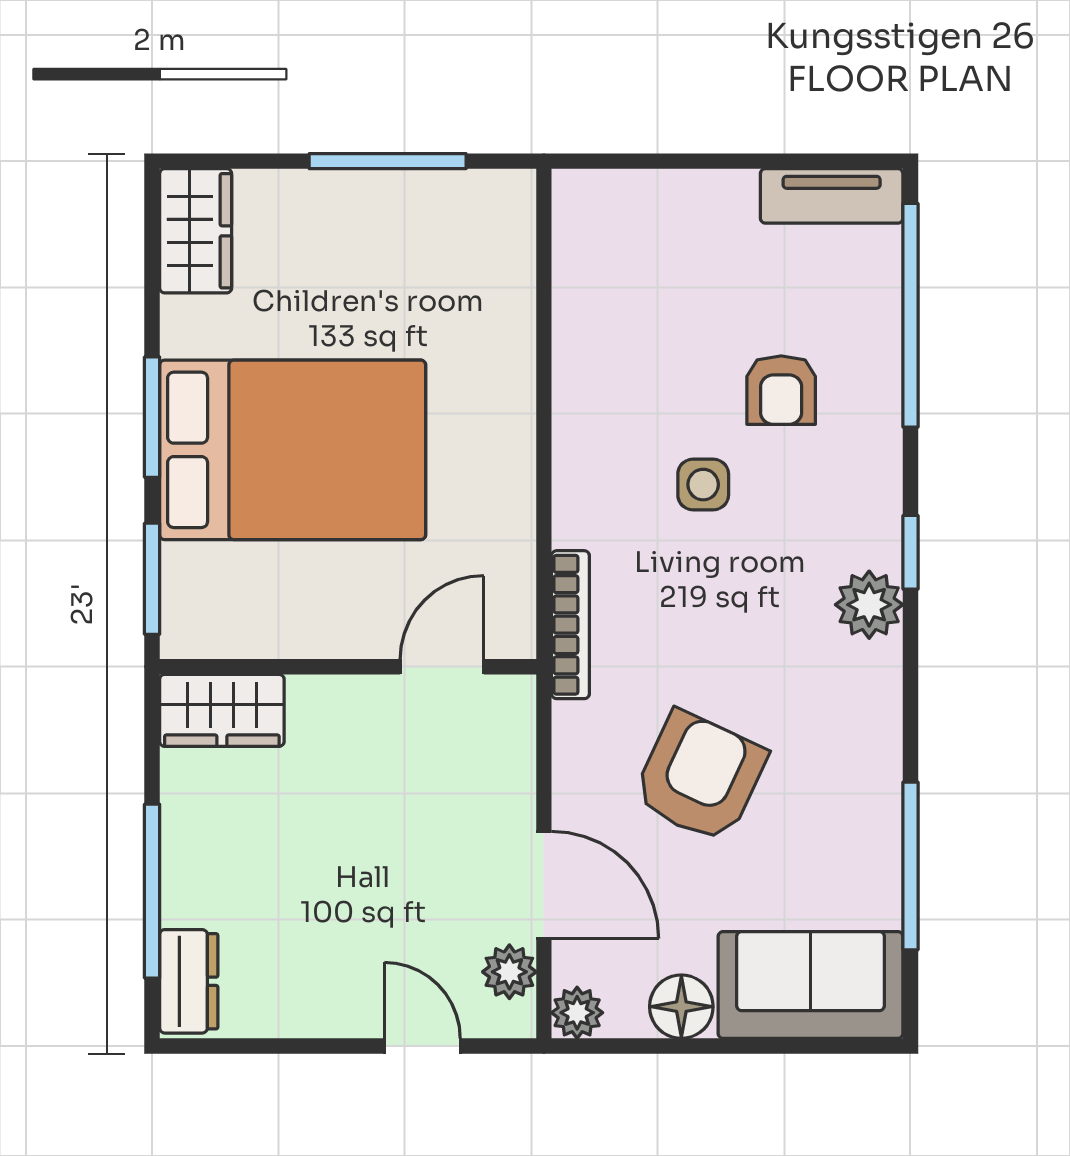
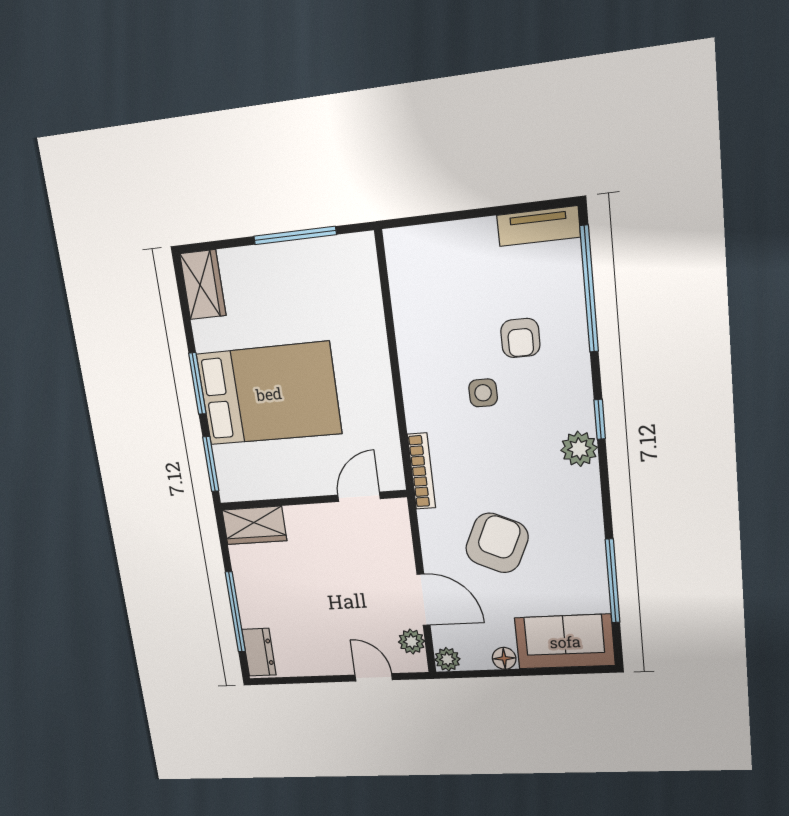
floor lamp: (681, 1007) -> (504, 658), width x0.73, depth x0.73

